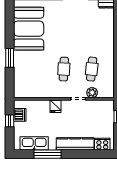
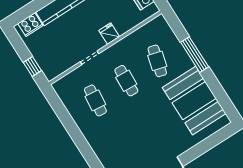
window: (10, 58) -> (195, 55), width x1.44
cafe table: (36, 69) -> (157, 61), added
plant: (92, 93) -> (78, 75), removed

